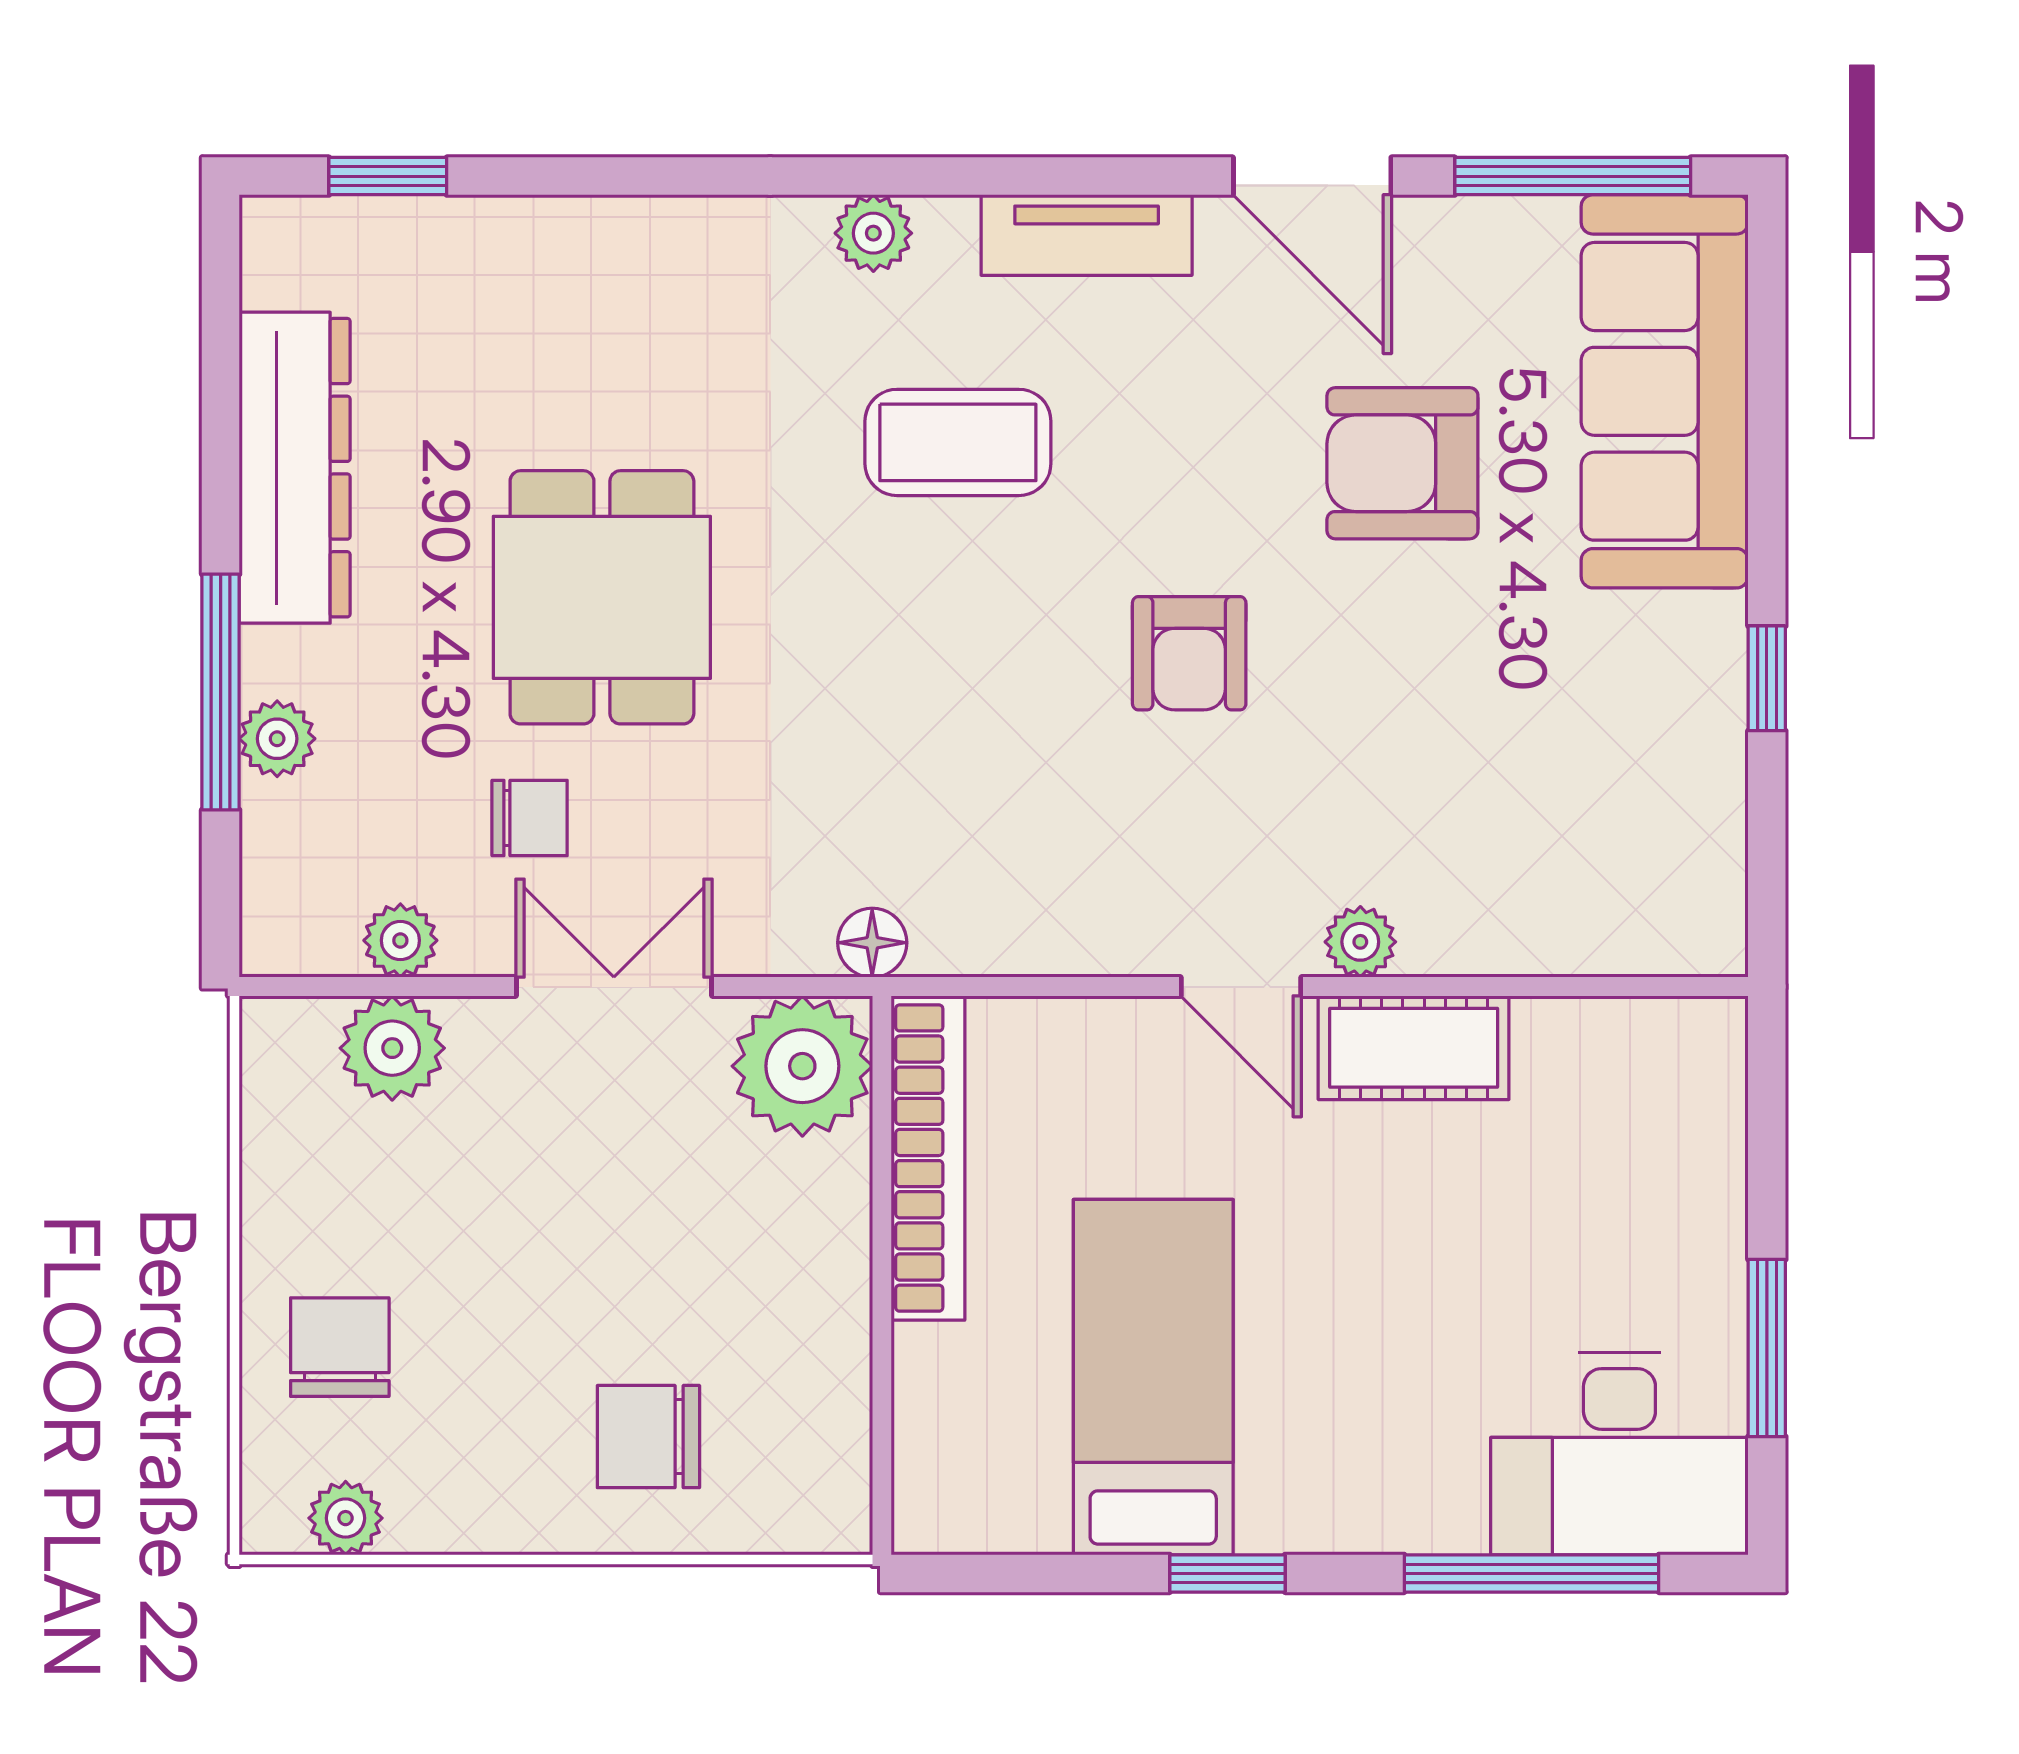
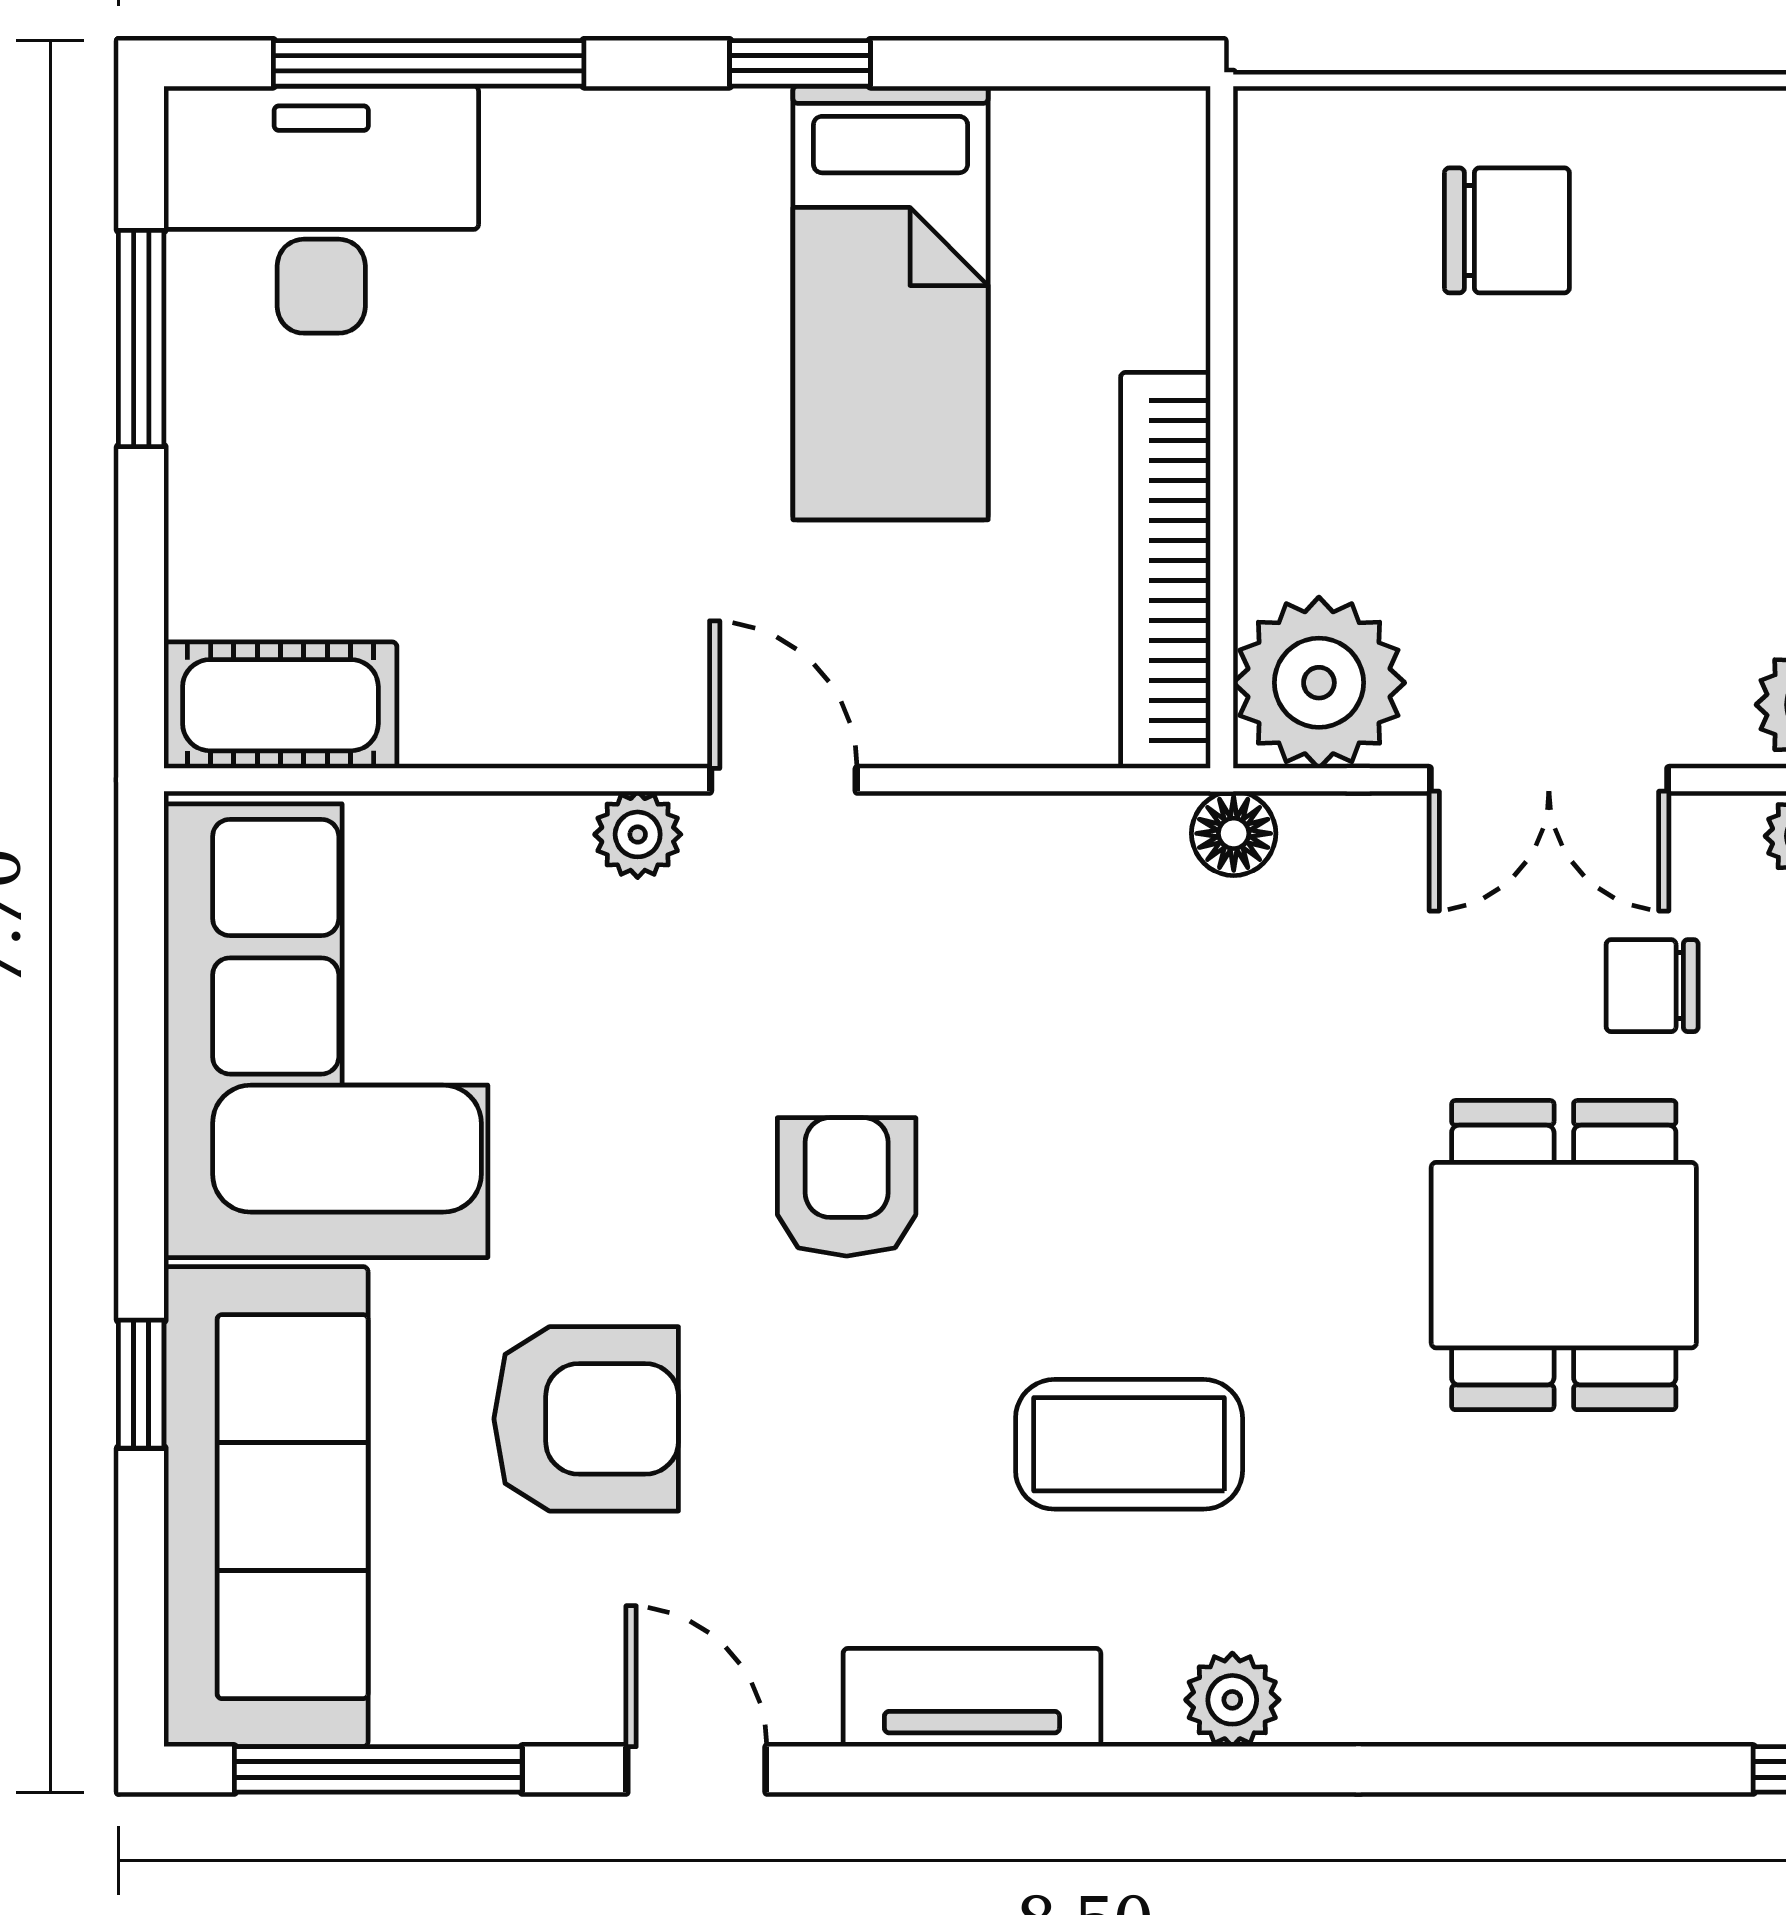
door: (1312, 176) -> (696, 1769), width x0.73
window: (1767, 678) -> (141, 1384), moved
corner sofa: (1616, 781) -> (326, 1031), added
cot: (1414, 1048) -> (280, 705), moved

